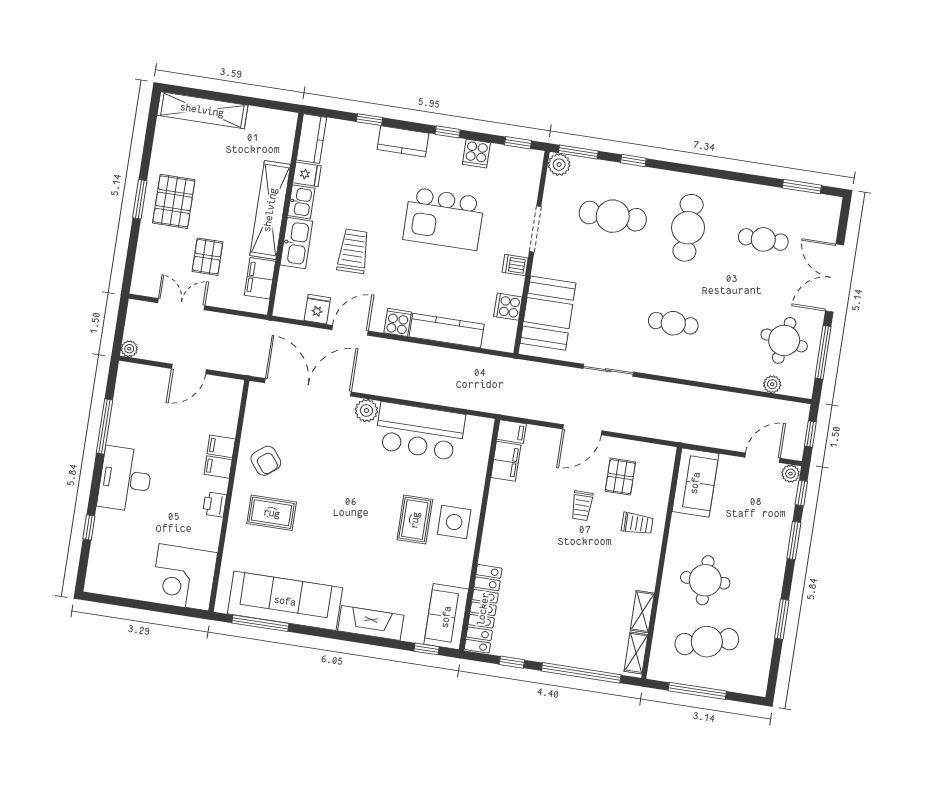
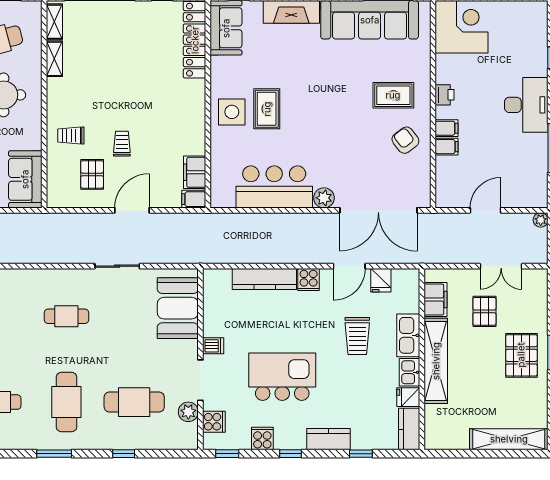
window: (578, 152) -> (54, 454), moved
plant: (559, 165) -> (188, 412), moved
cooker: (508, 307) -> (214, 422), moved

